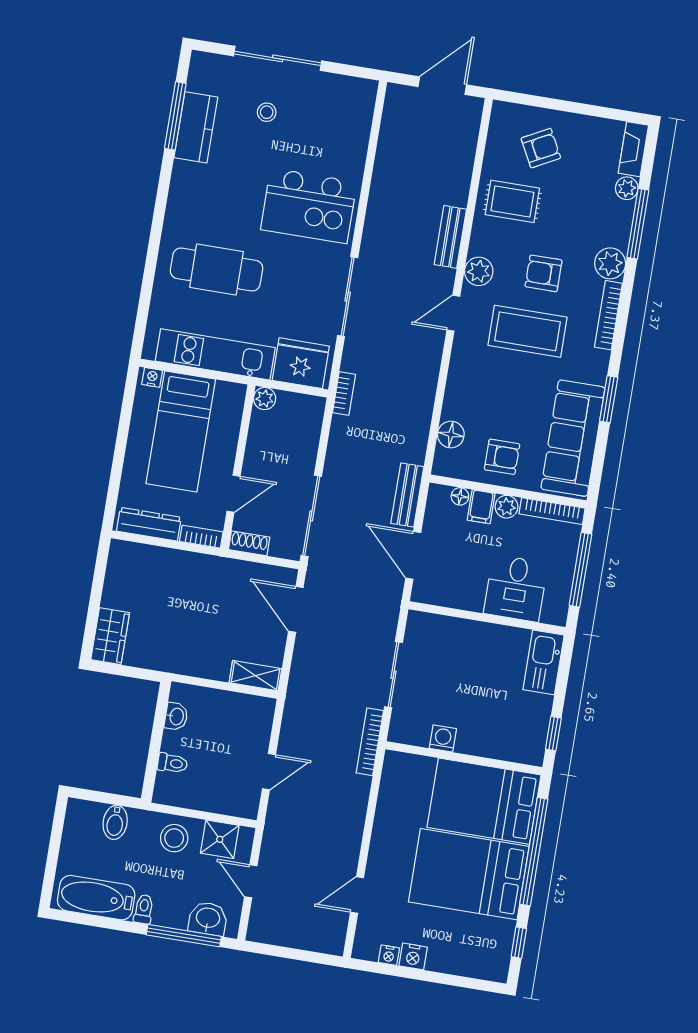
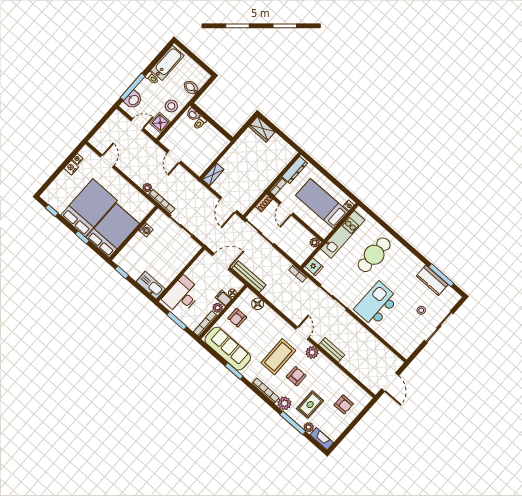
armchair: (541, 148) -> (344, 404), turned -62
rug: (512, 201) -> (310, 405), moved
fridge: (301, 363) -> (314, 267), width x0.53, depth x0.75
bench: (407, 495) -> (249, 277), width x1.36
window: (580, 570) -> (177, 321), width x0.69
desk: (516, 588) -> (182, 296), width x1.37
door: (296, 609) -> (228, 205), swing flipped
washbasin: (176, 716) -> (193, 115), moved
plant: (360, 786) -> (147, 188), added
window: (534, 852) -> (82, 237), width x0.32

